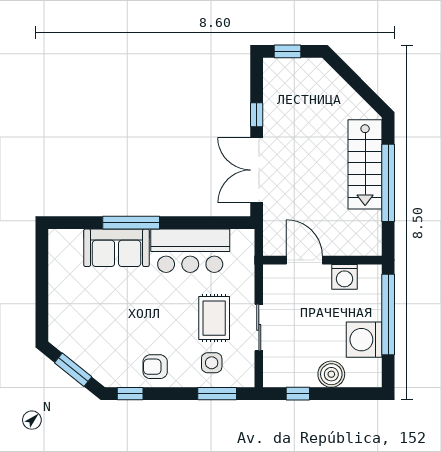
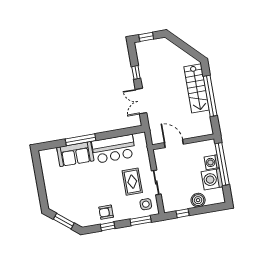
double door: (257, 170) -> (141, 101), width x0.73
washing machine: (344, 277) -> (212, 162), moved, turned 90
side table: (212, 363) -> (146, 204), moved
window: (130, 394) -> (108, 226), moved

